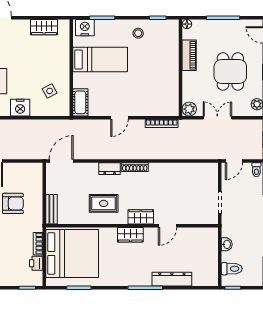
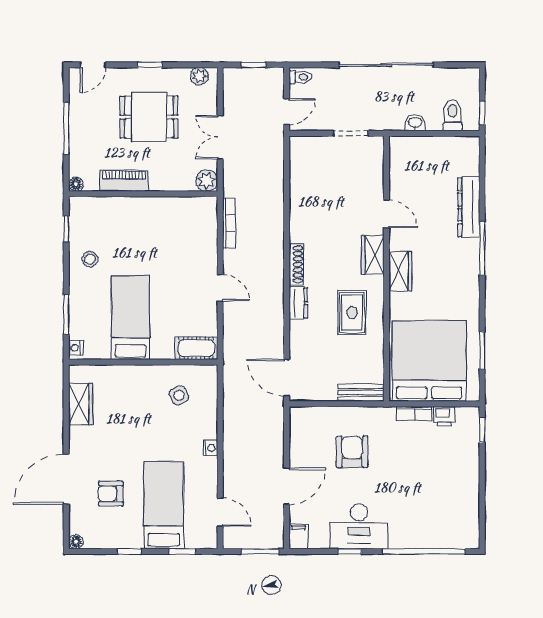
nightstand: (85, 28) -> (76, 348), width x0.53, depth x0.56
nightstand: (20, 108) -> (210, 448), width x0.53, depth x0.56
door: (234, 161) -> (287, 112), hinge flipped

